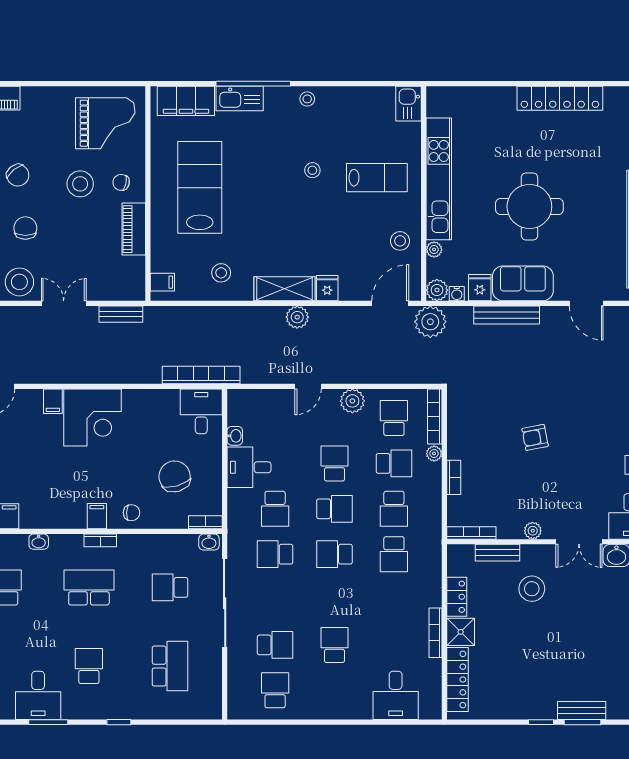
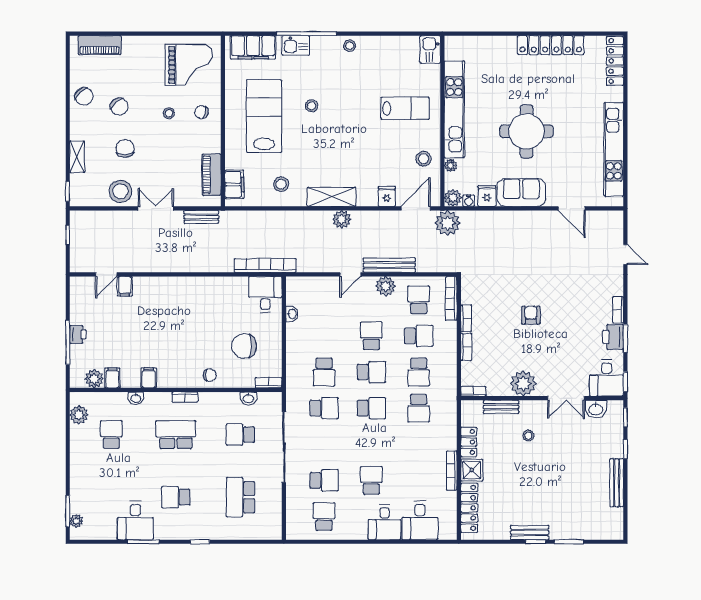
kitchen sink: (240, 99) -> (296, 45), width x0.73
stool: (312, 170) -> (312, 106), moved
stool: (80, 184) -> (169, 113), width x0.53, depth x0.53
piano: (134, 229) -> (212, 175), moved
filing cabinet: (162, 282) -> (234, 184), width x2.00
fridge: (327, 288) -> (387, 196), moved
bench: (507, 315) -> (389, 265), moved
filing cabinet: (53, 401) -> (125, 286), moved
corner desk: (93, 417) -> (179, 299), removed
armchair: (535, 437) -> (531, 315), turned 101
bookcase: (454, 441) -> (466, 318), added
plant: (434, 454) -> (451, 328), removed
desk: (249, 467) -> (385, 522), moved, turned -90
chair: (175, 476) -> (244, 346), turned -74
filing cabinet: (97, 516) -> (149, 378), moved
plant: (533, 531) -> (523, 383), width x1.88, depth x1.88
bookcase: (471, 533) -> (473, 391), width x0.64
washbasin: (209, 542) -> (248, 398), moved
school desk: (275, 554) -> (324, 408), turned 180
school desk: (335, 554) -> (371, 408), turned 180
stool: (532, 589) -> (528, 436), width x0.53, depth x0.53
school desk: (89, 666) -> (176, 497), turned -90
school desk: (170, 666) -> (240, 497), turned 180
bench: (582, 710) -> (530, 532), moved

